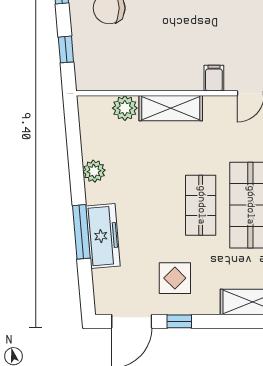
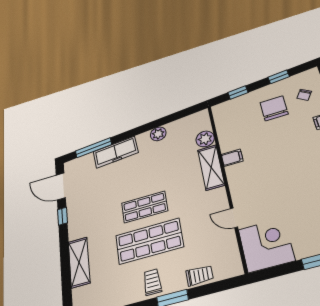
filing cabinet: (214, 78) -> (232, 158), moved
window: (81, 232) -> (94, 148), moved
display table: (175, 278) -> (92, 205), removed

